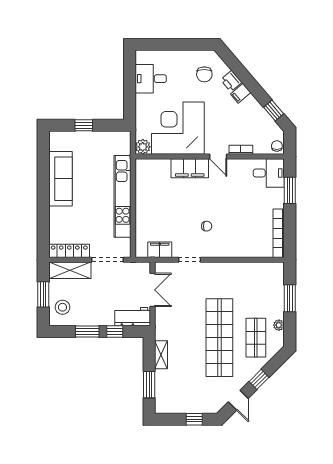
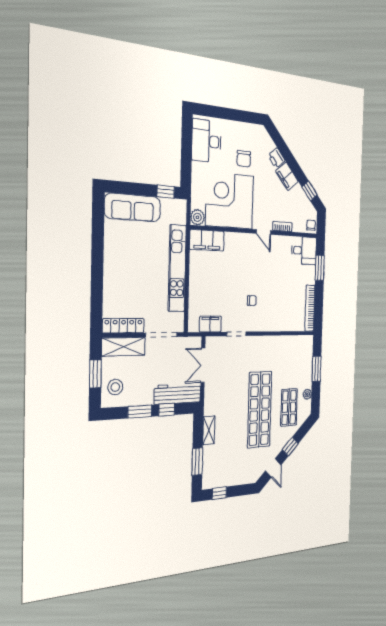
chair: (204, 74) -> (244, 159), moved
desk: (151, 79) -> (207, 141), width x1.37
filing cabinet: (241, 93) -> (287, 176), width x2.00
window: (84, 125) -> (166, 192), moved
filing cabinet: (190, 168) -> (207, 240), moved
sofa: (60, 179) -> (133, 208), moved, turned 90
double door: (153, 290) -> (203, 365), swing flipped
workbench: (133, 317) -> (178, 394), width x1.38
window: (194, 419) -> (219, 493), moved

